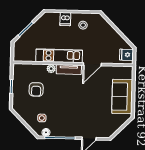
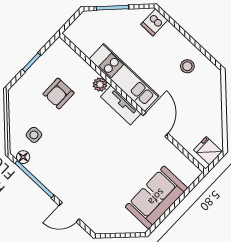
dishwasher: (65, 19) -> (154, 22), moved
door: (92, 64) -> (155, 125), swing flipped

